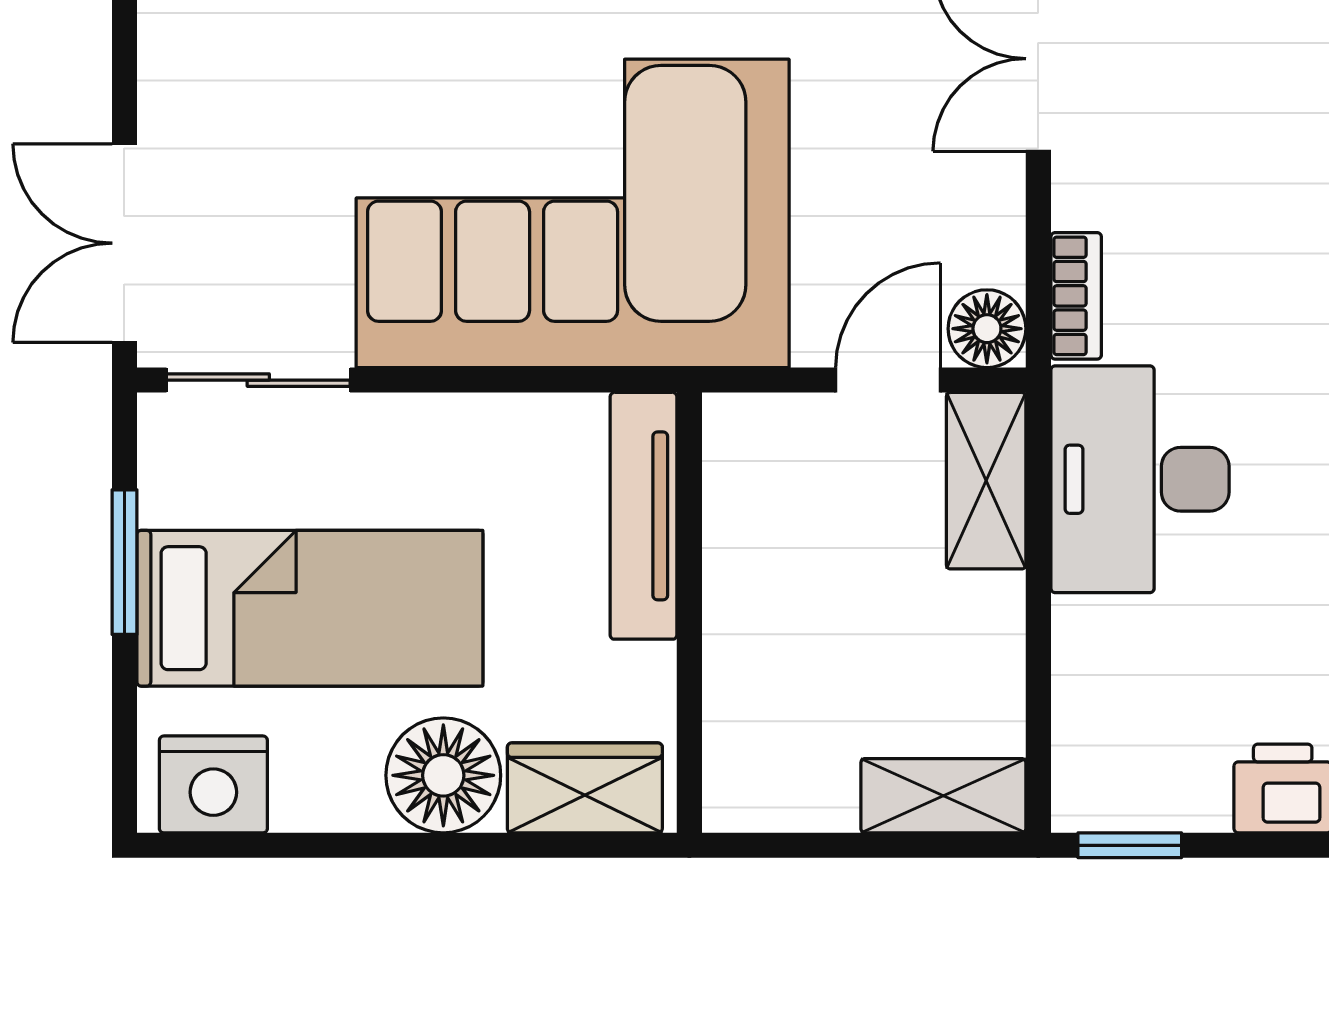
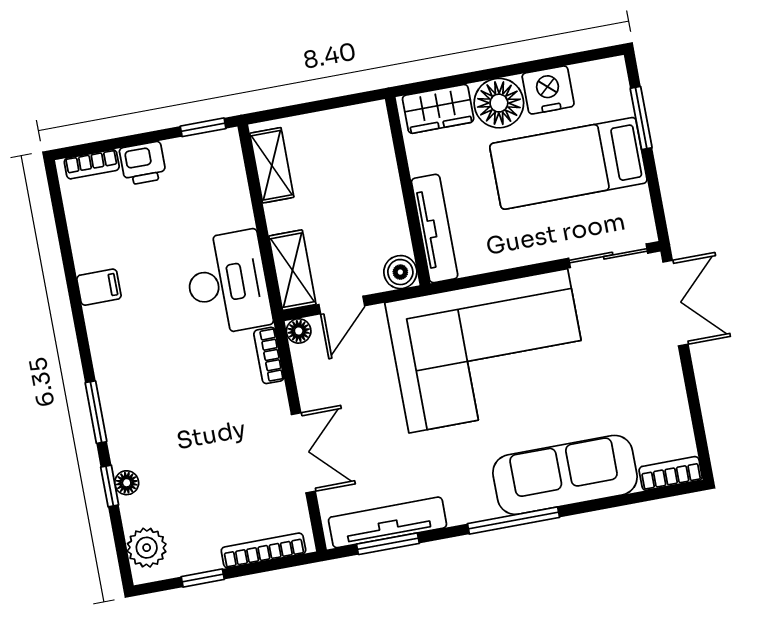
floor lamp: (987, 329) -> (299, 331), width x0.73, depth x0.73
boiler: (740, 431) -> (400, 272), added
window: (124, 562) -> (641, 118), moved
nightstand: (213, 784) -> (548, 90), moved
shelving: (943, 796) -> (272, 165), moved, turned 90

